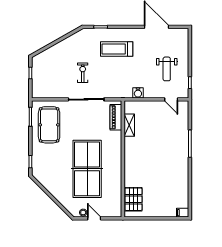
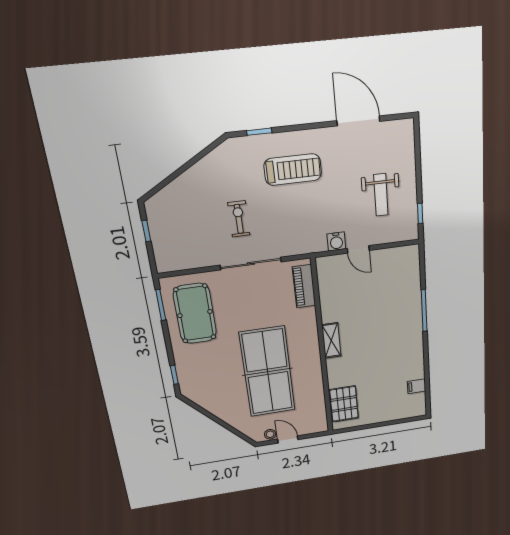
treadmill: (117, 49) -> (293, 170), turned 180
door: (171, 99) -> (358, 249), moved
shelving: (129, 125) -> (331, 340), moved
filing cabinet: (183, 213) -> (417, 386), moved

